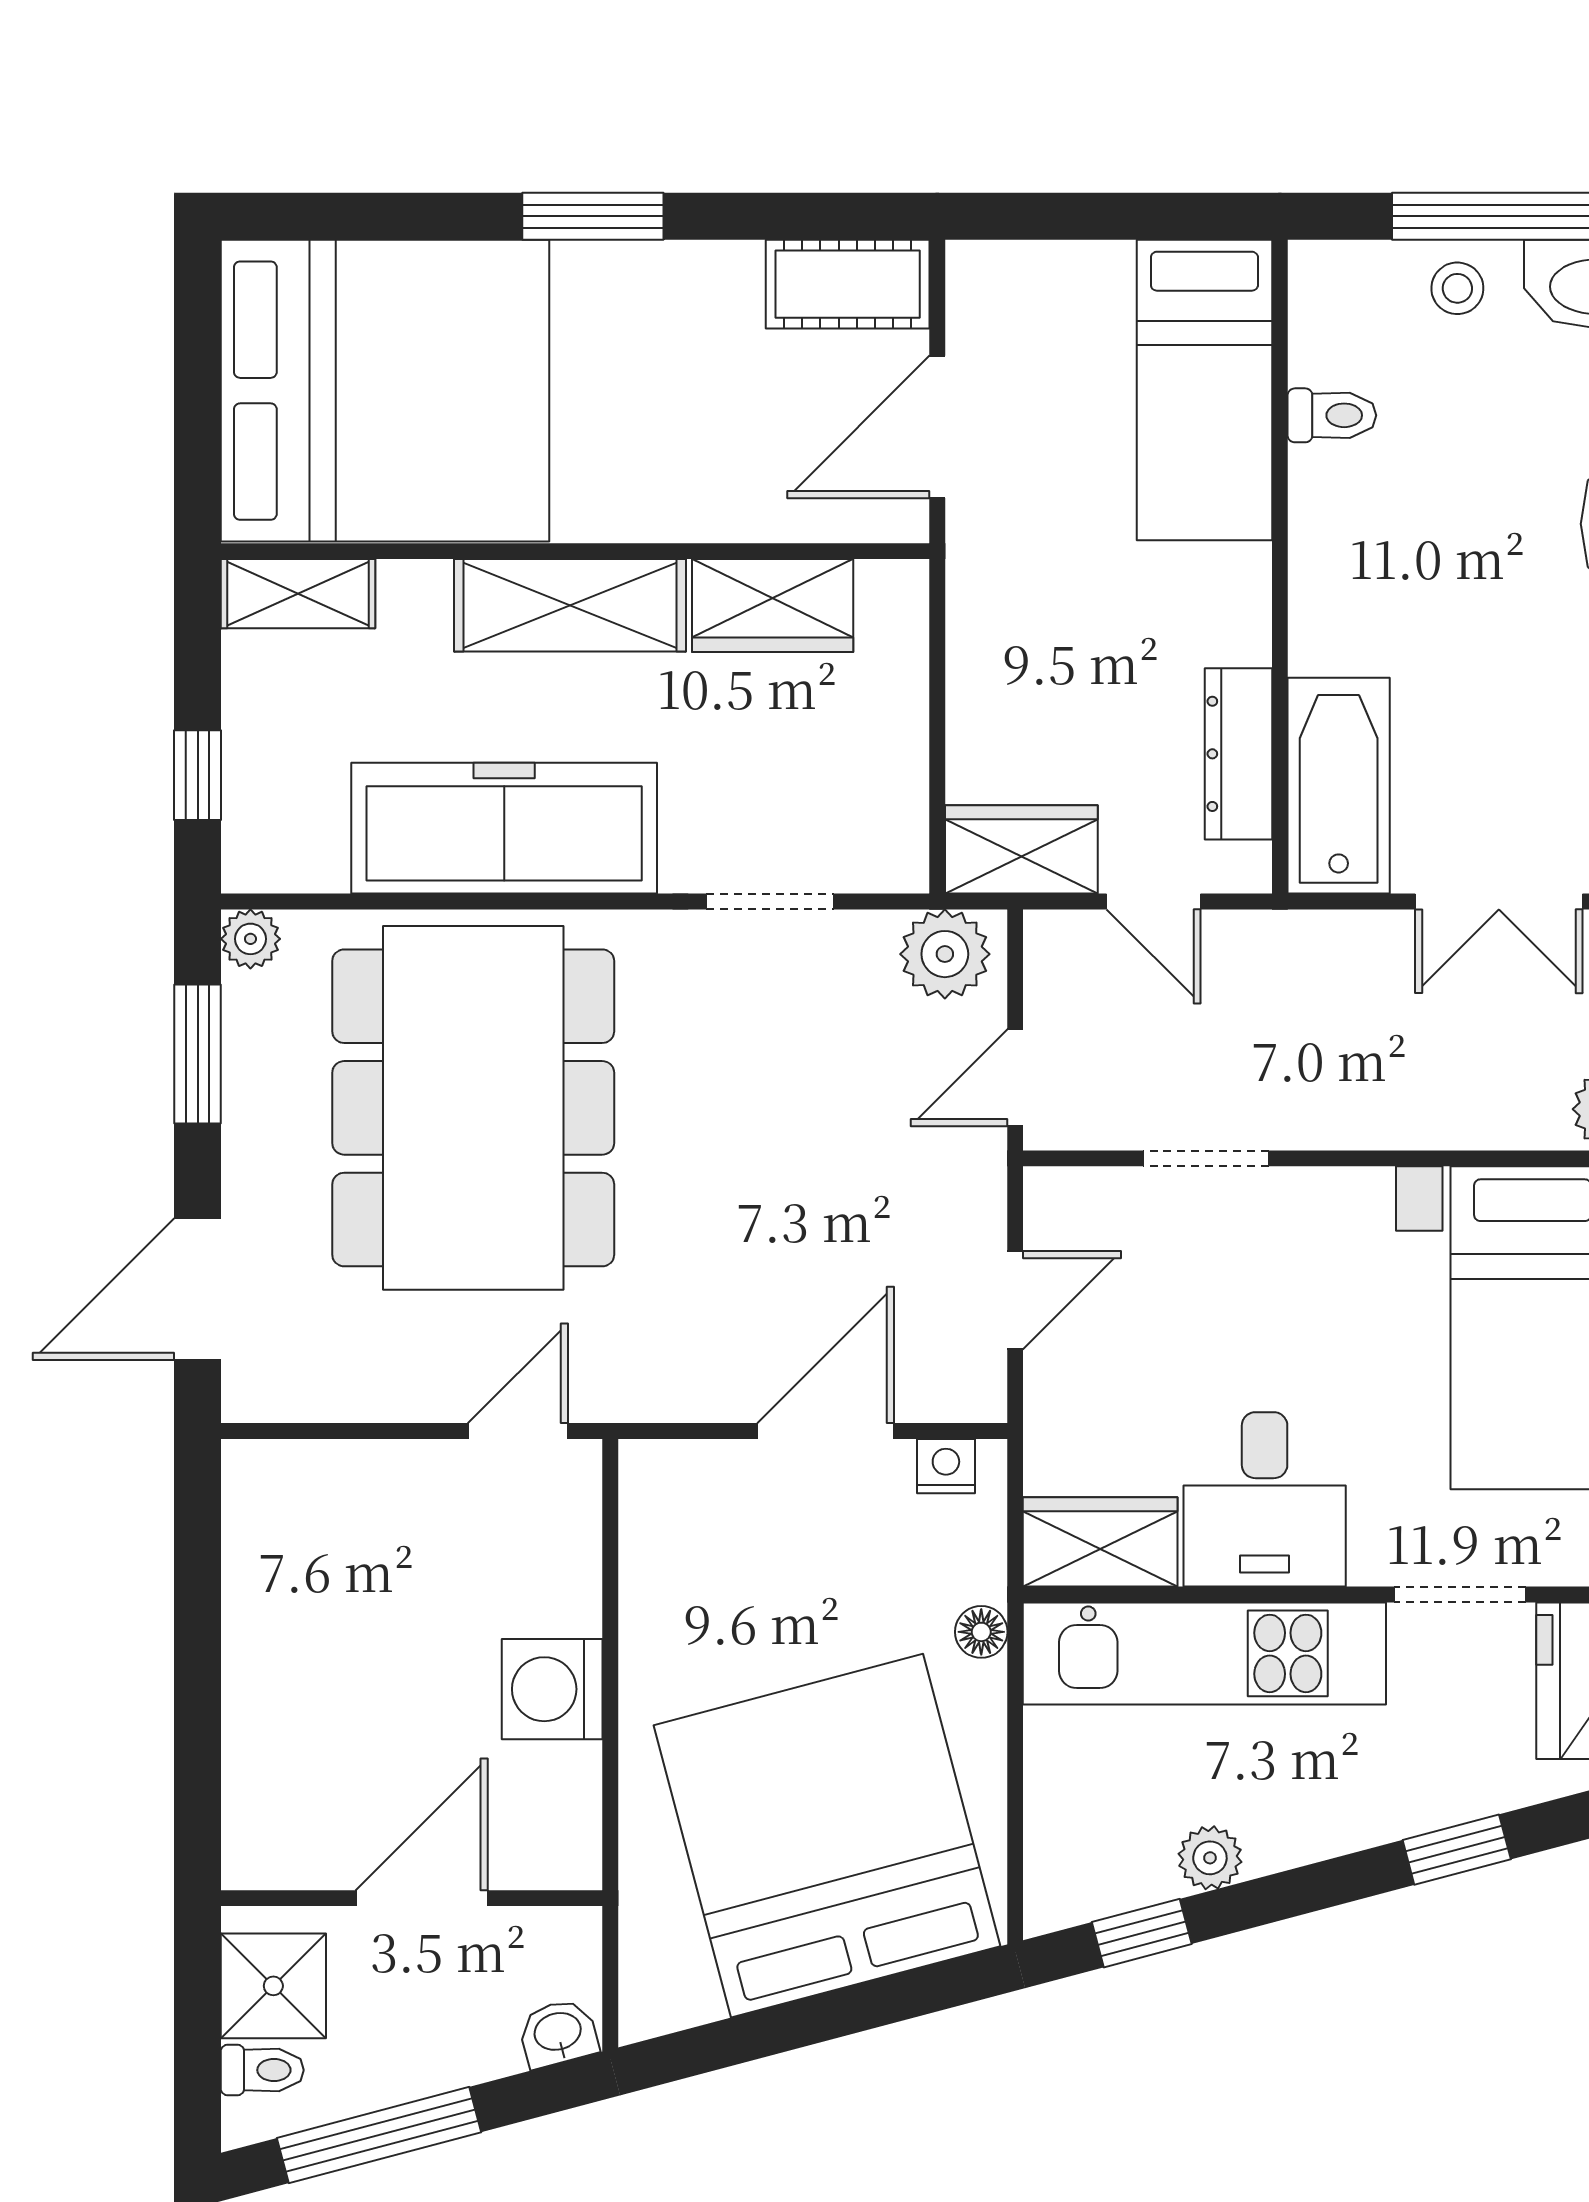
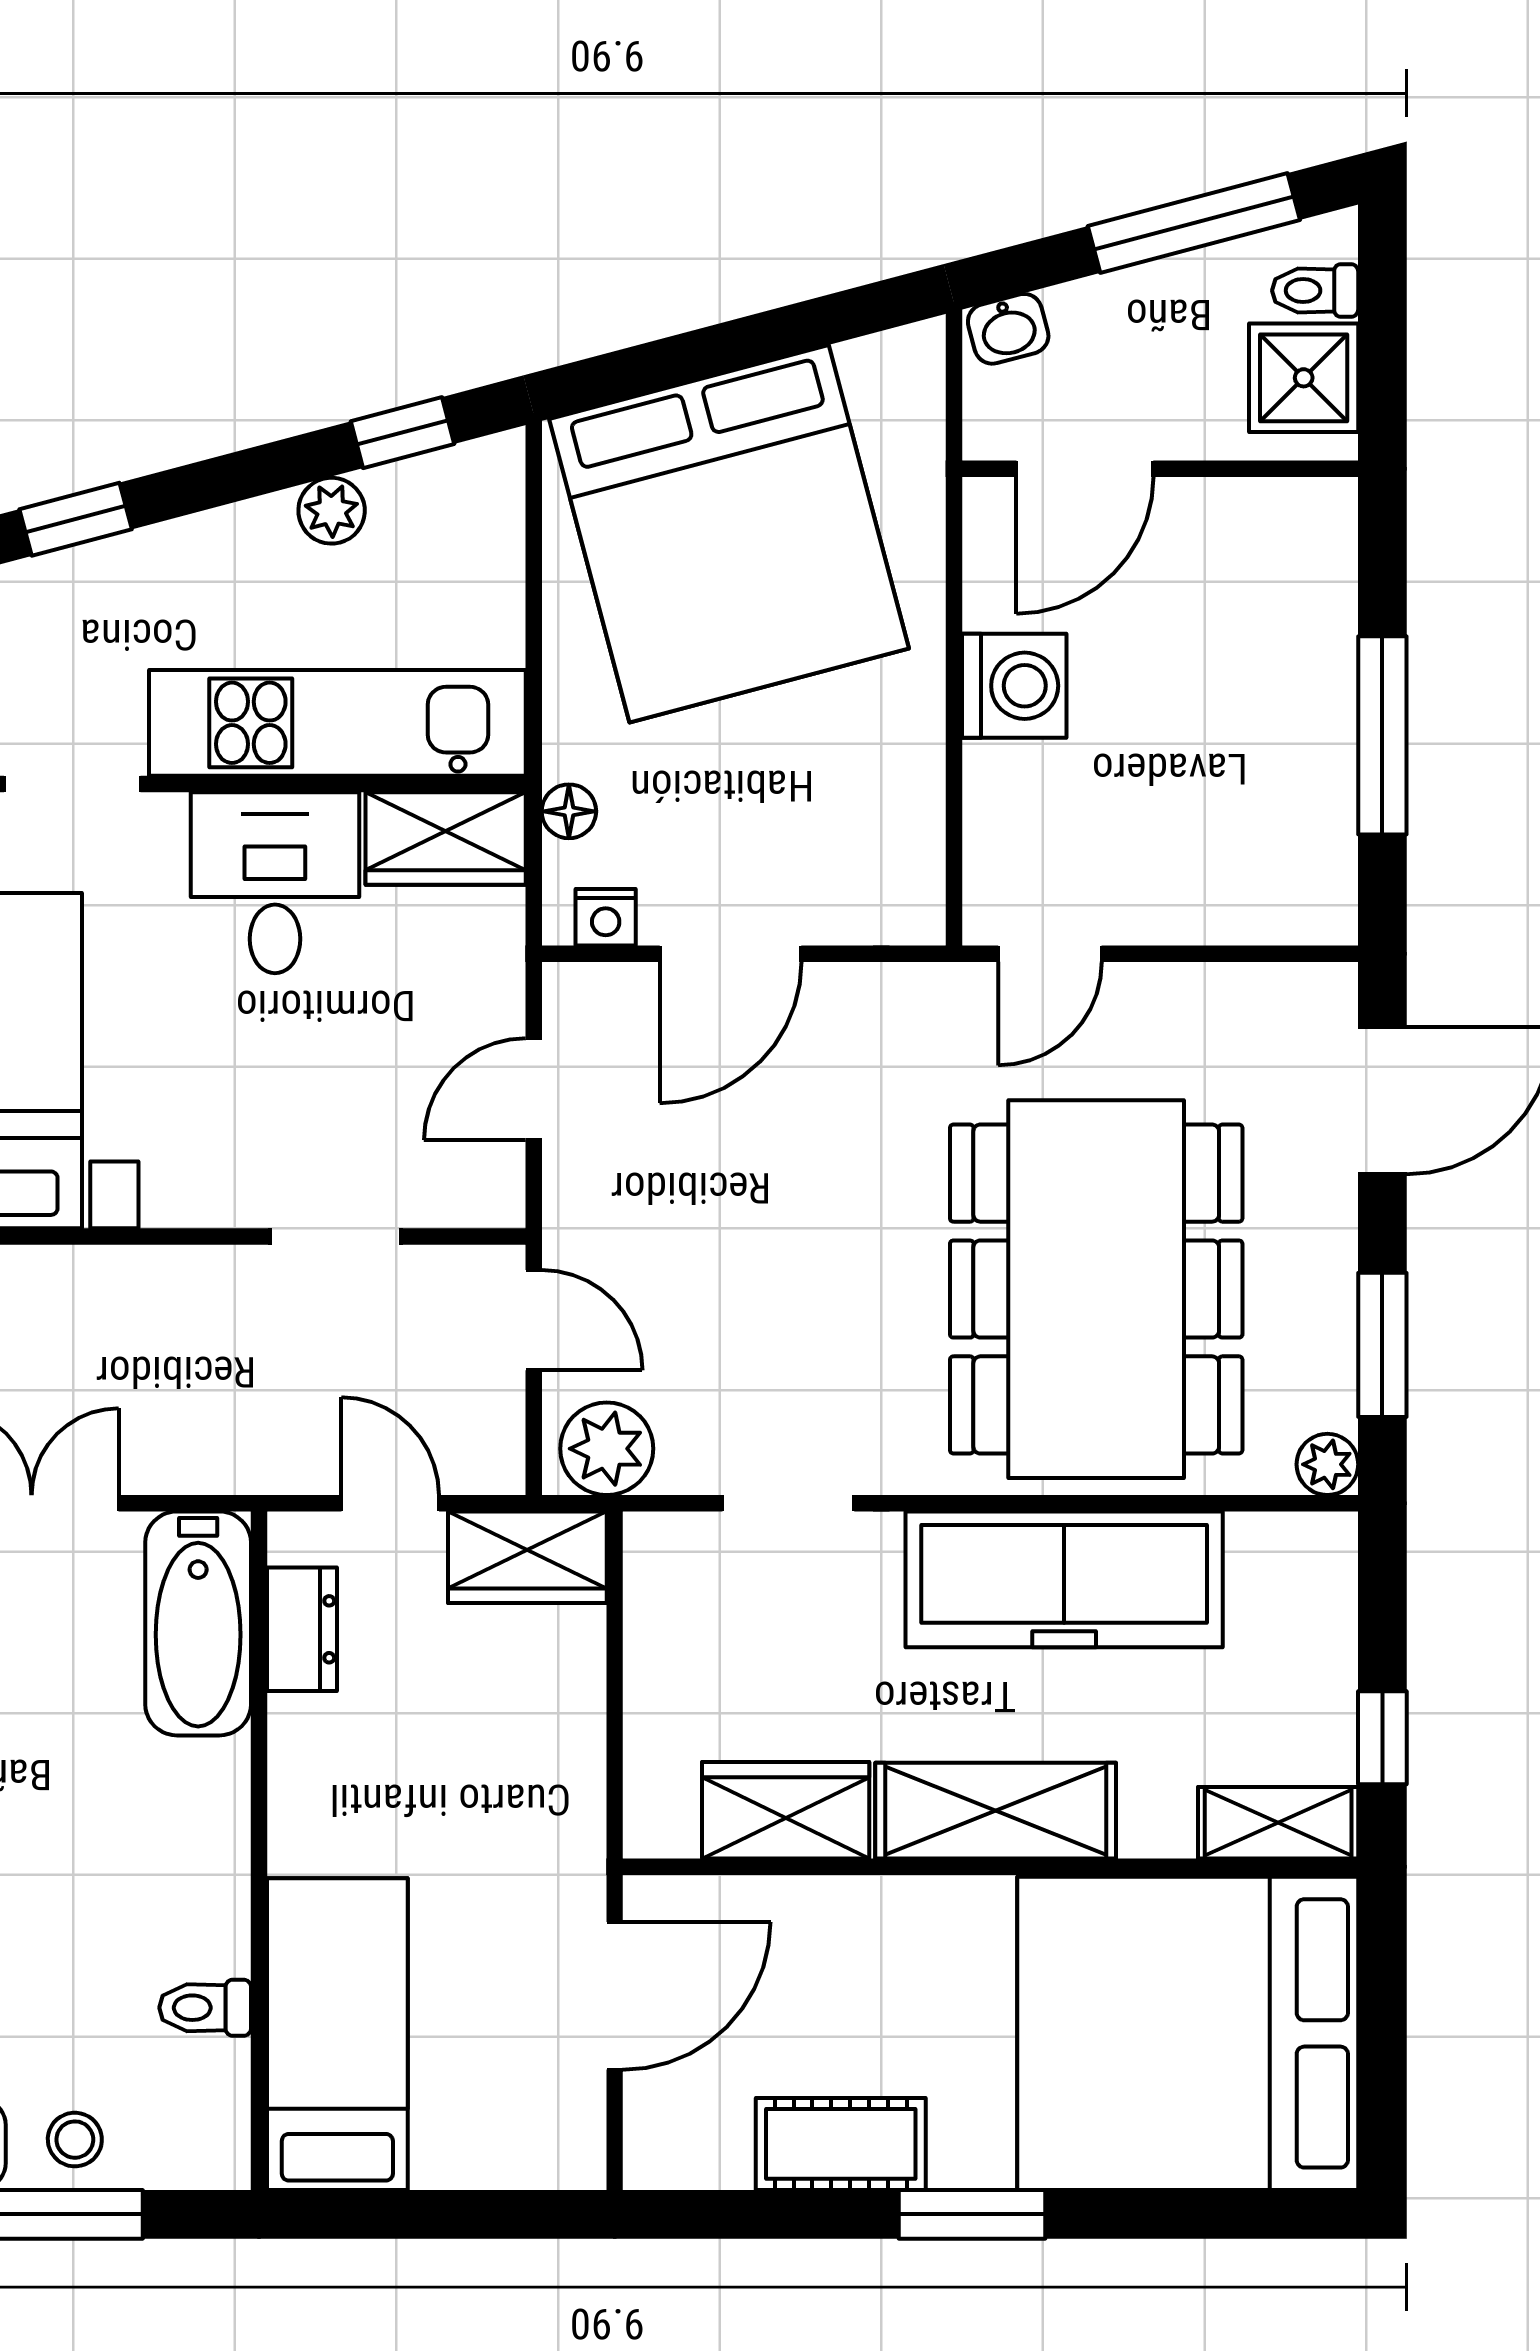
cot: (848, 284) -> (841, 2144), moved
dresser: (1239, 754) -> (302, 1629), width x0.70
window: (198, 775) -> (1382, 1738), moved
door: (1015, 1078) -> (534, 1320), hinge flipped
floor lamp: (981, 1632) -> (569, 811), moved
window: (198, 1641) -> (1382, 735), added
door: (422, 1898) -> (1085, 469), moved

